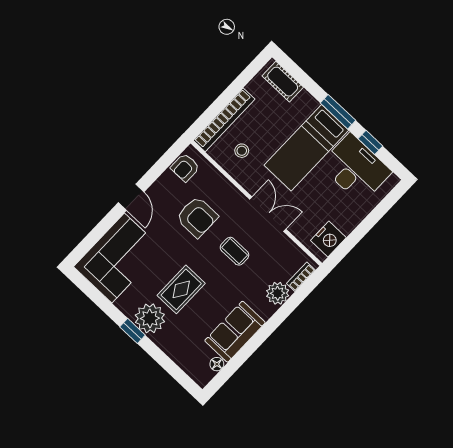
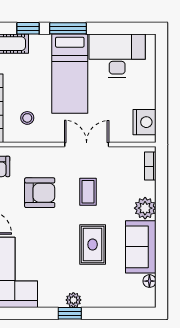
window: (370, 142) -> (28, 28), moved
coffee table: (235, 251) -> (88, 192), turned 90
rug: (181, 289) -> (93, 245), moved
plant: (278, 293) -> (145, 208), moved
plant: (150, 318) -> (73, 300), width x0.53, depth x0.53

